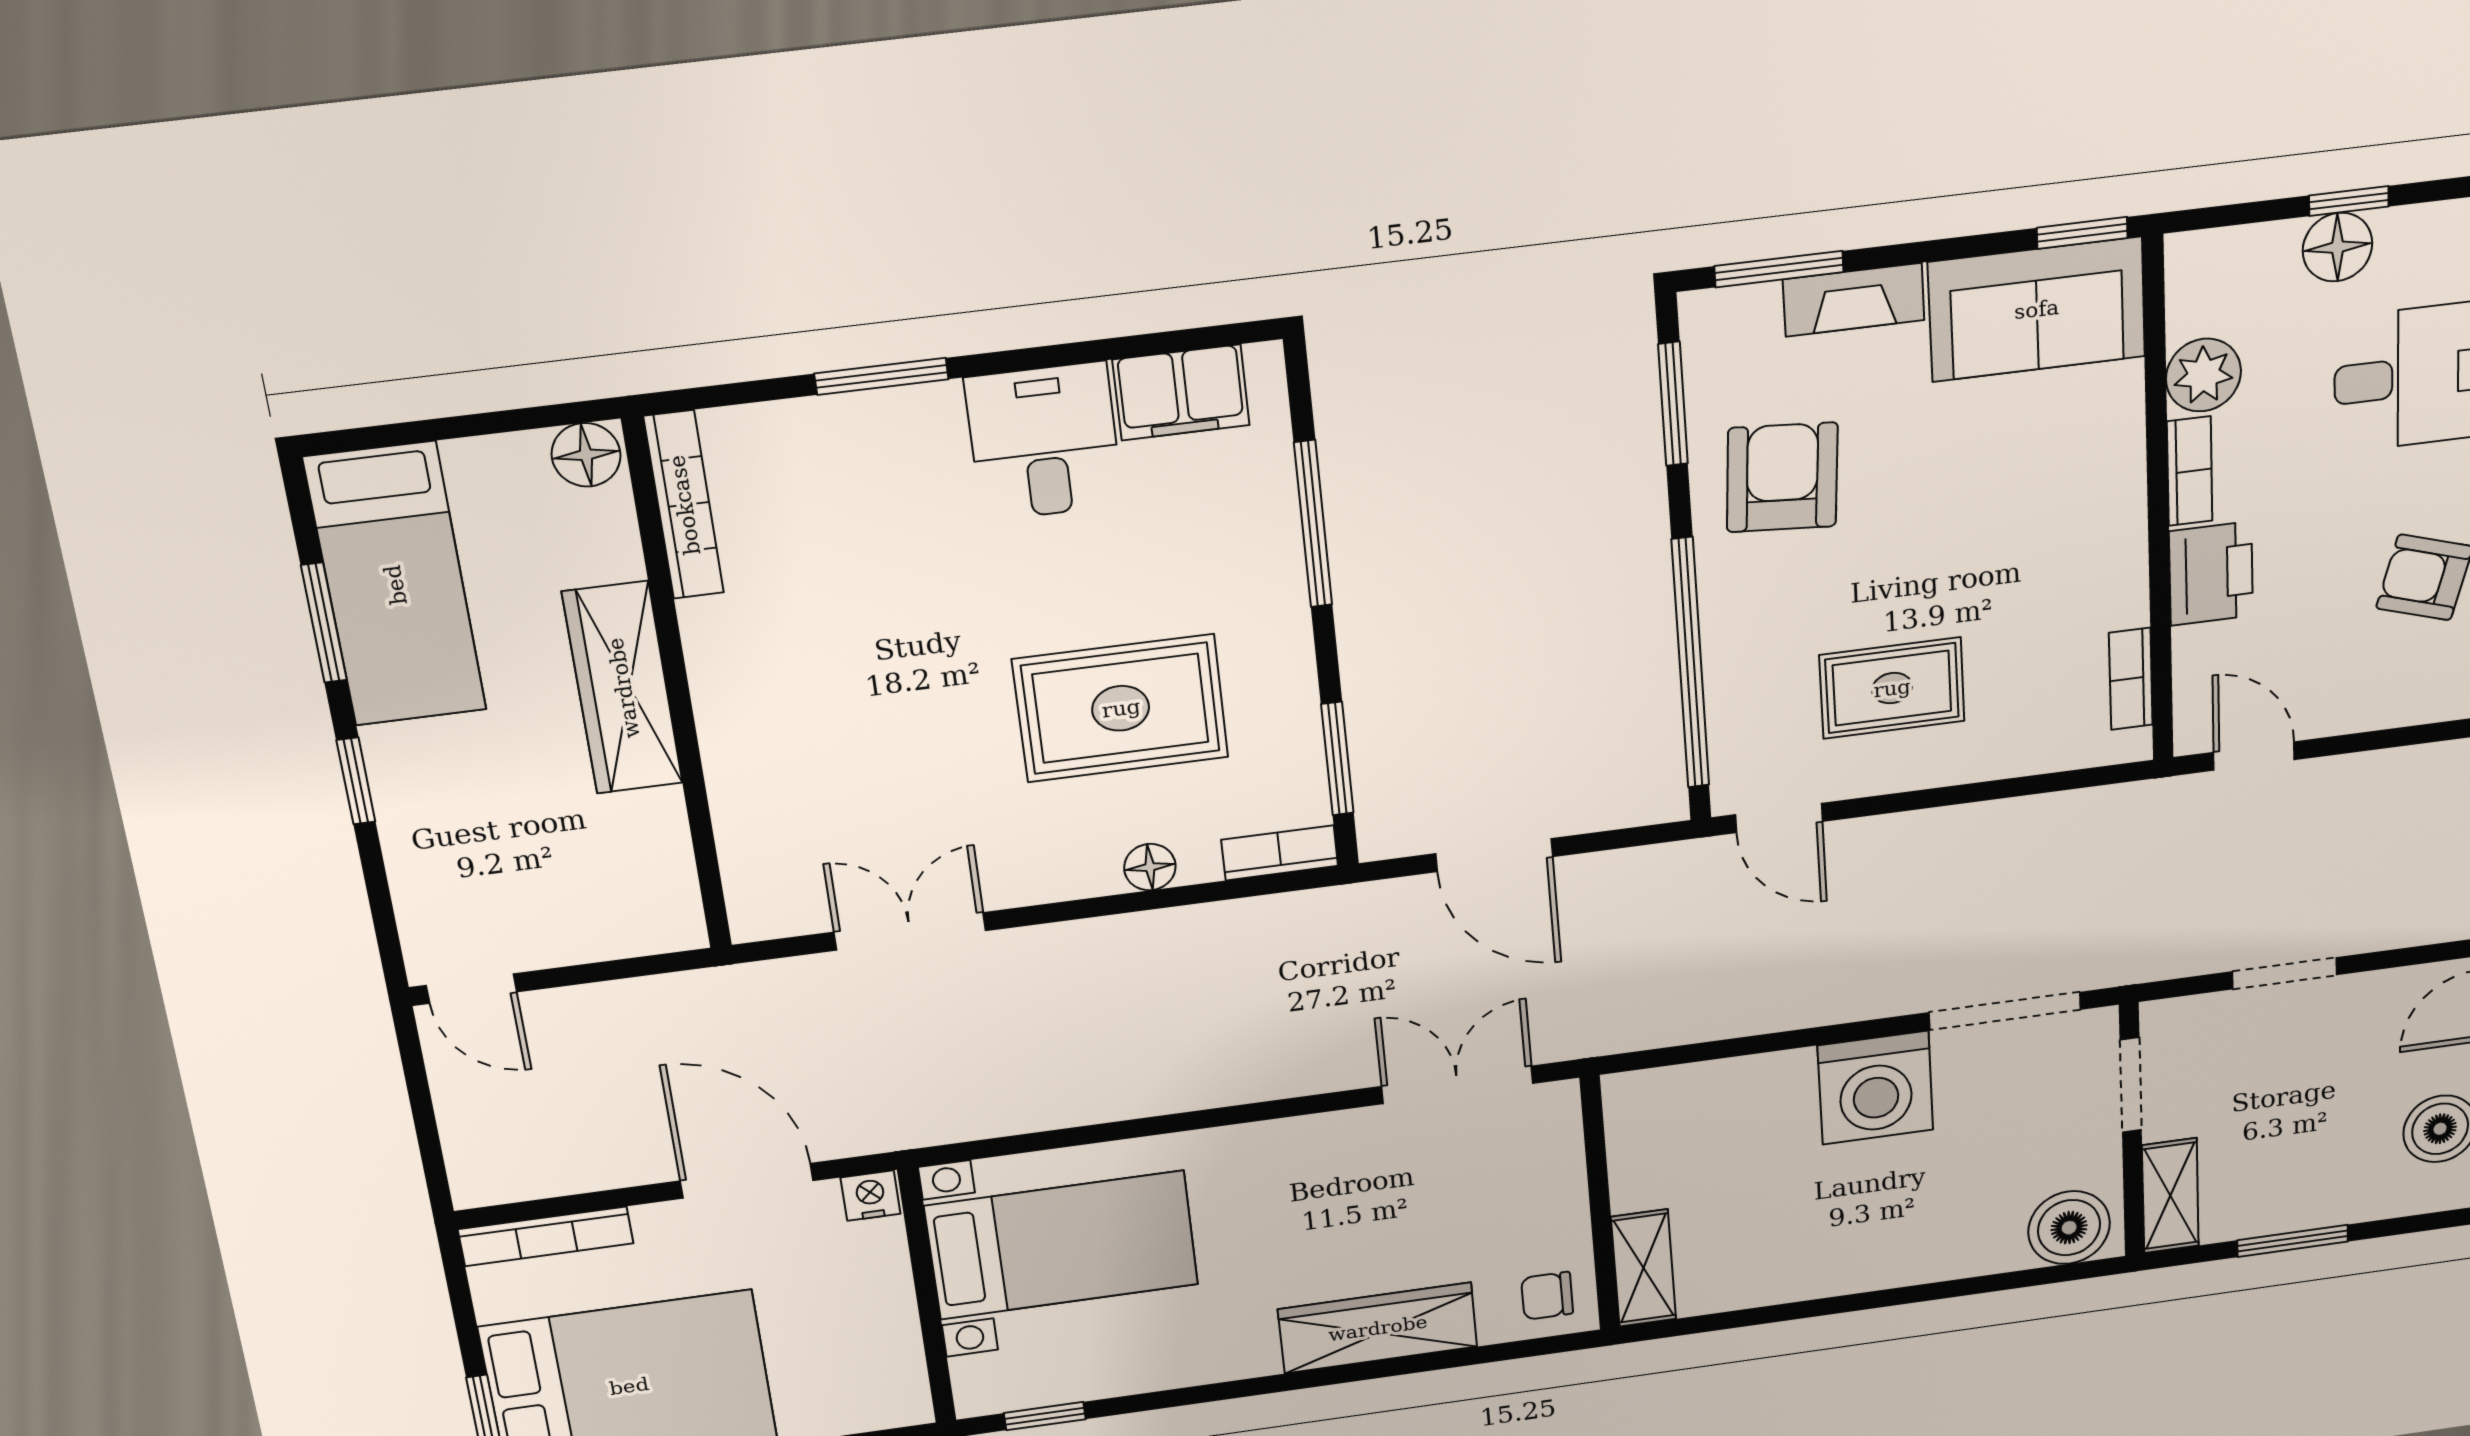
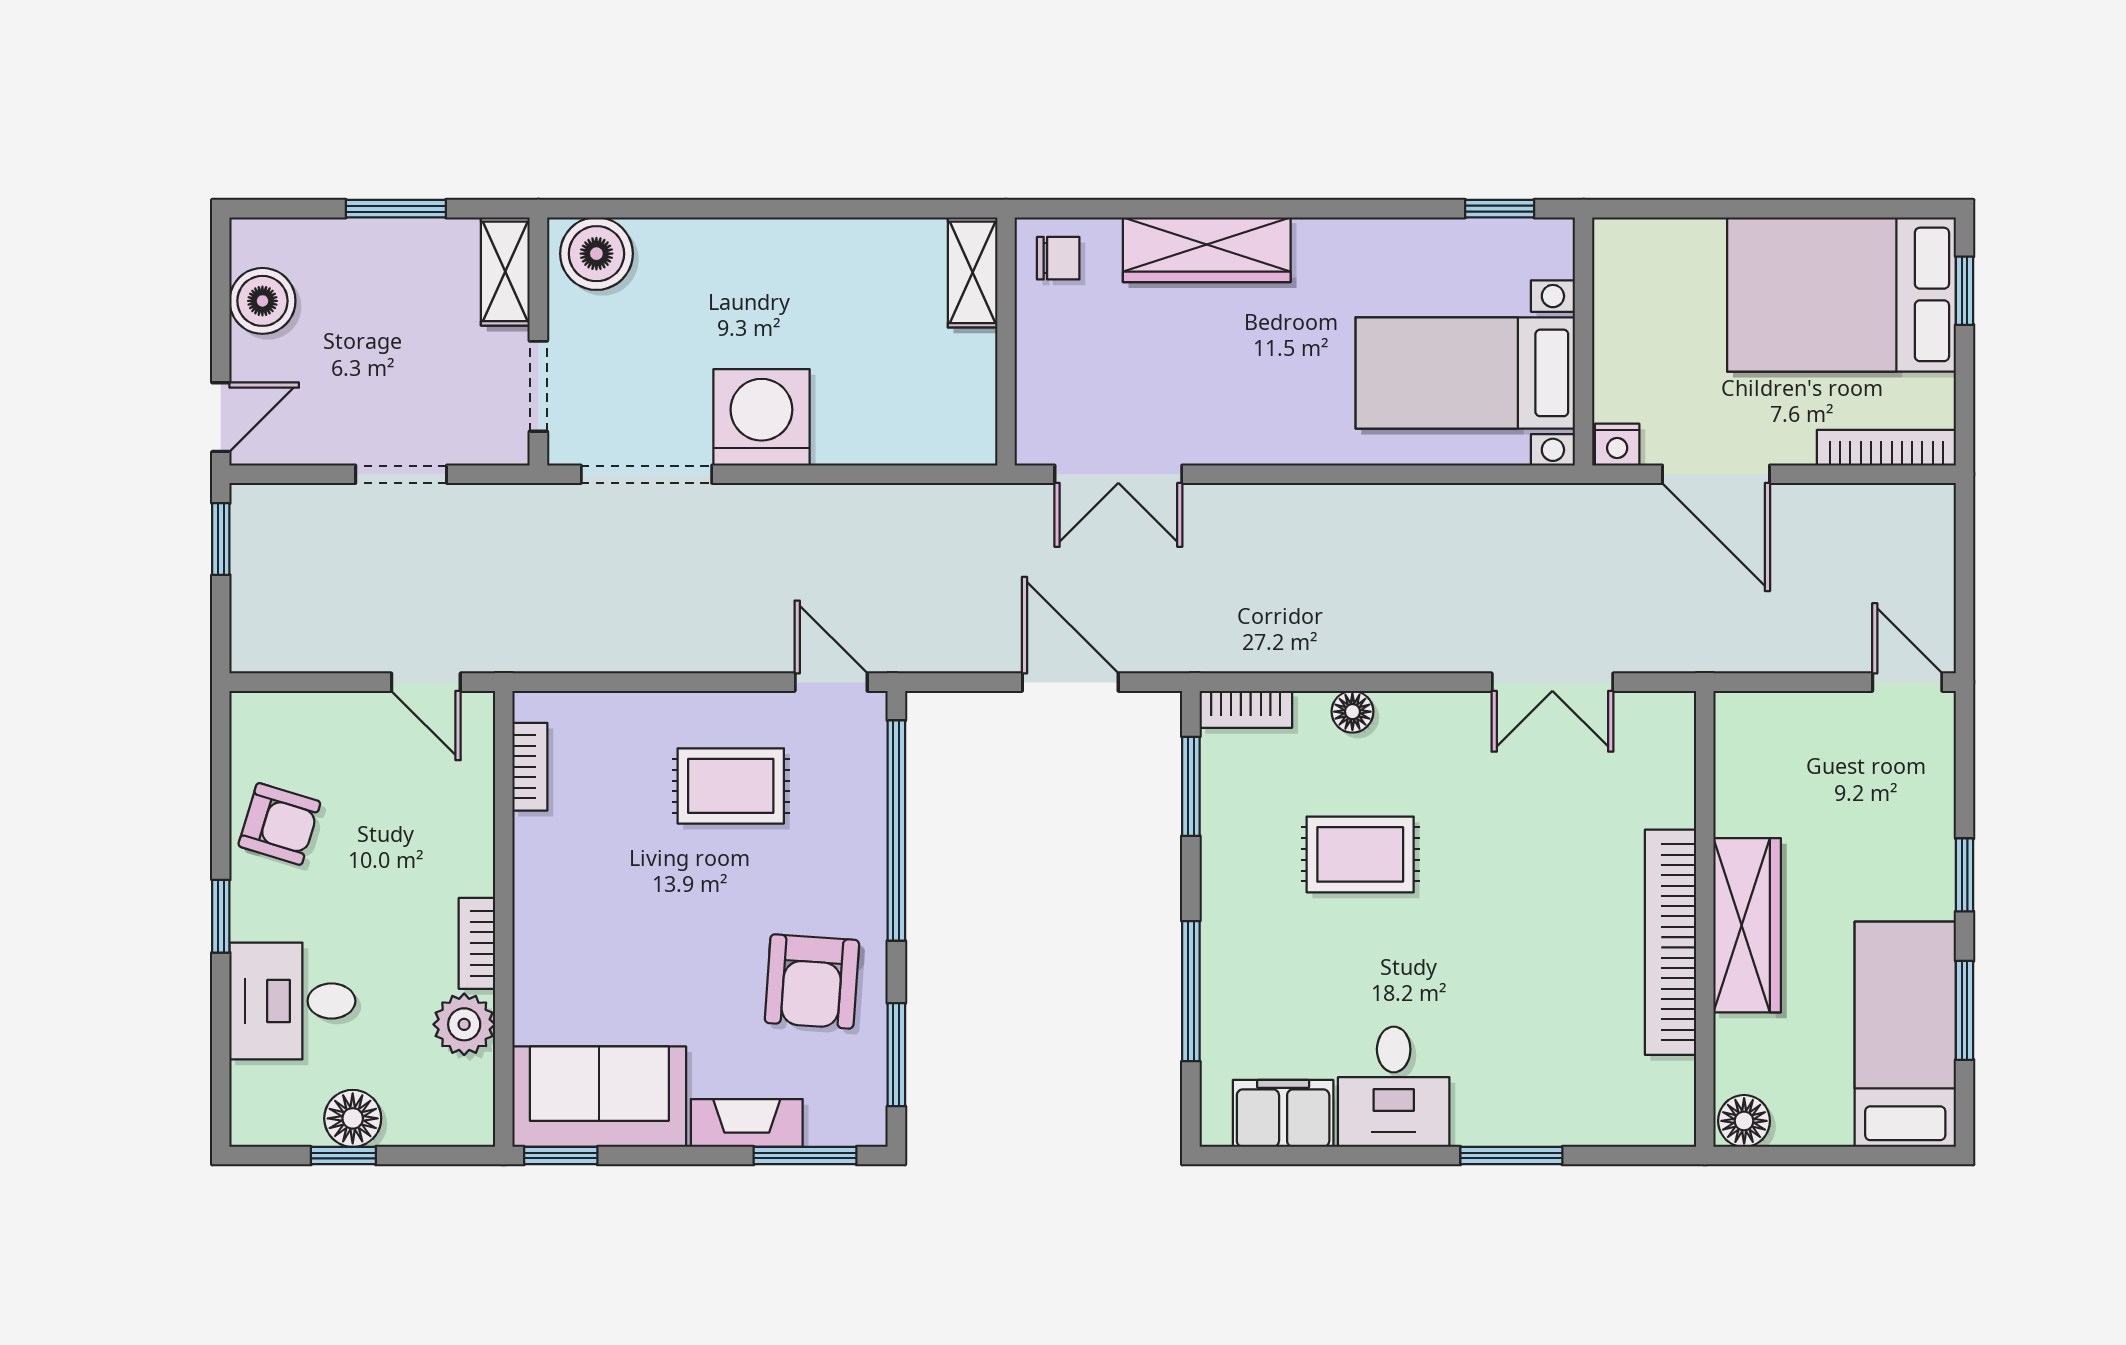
bookcase: (684, 505) -> (1671, 942), moved, width x1.48, depth x1.31
printer: (2211, 574) -> (460, 851), removed
rug: (1121, 708) -> (1360, 854), width x0.73, depth x0.70

